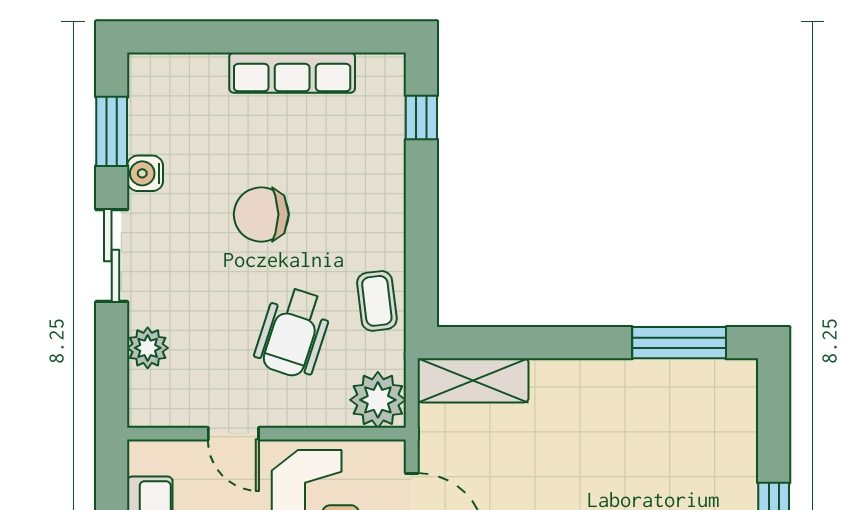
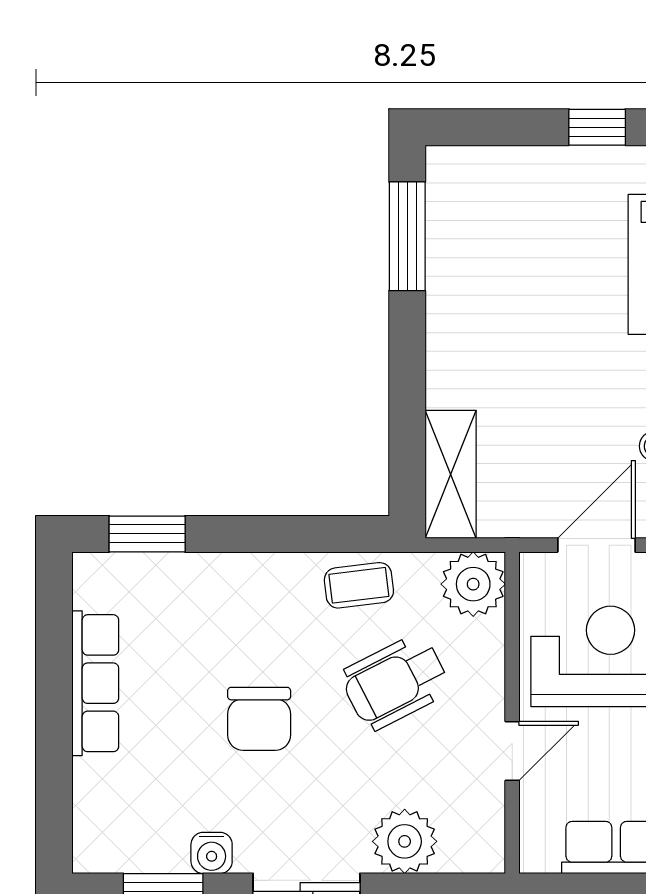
window: (421, 118) -> (147, 534), width x1.50
wheelchair: (293, 332) -> (395, 682), turned 135
plant: (148, 348) -> (405, 841), width x1.36, depth x1.36

